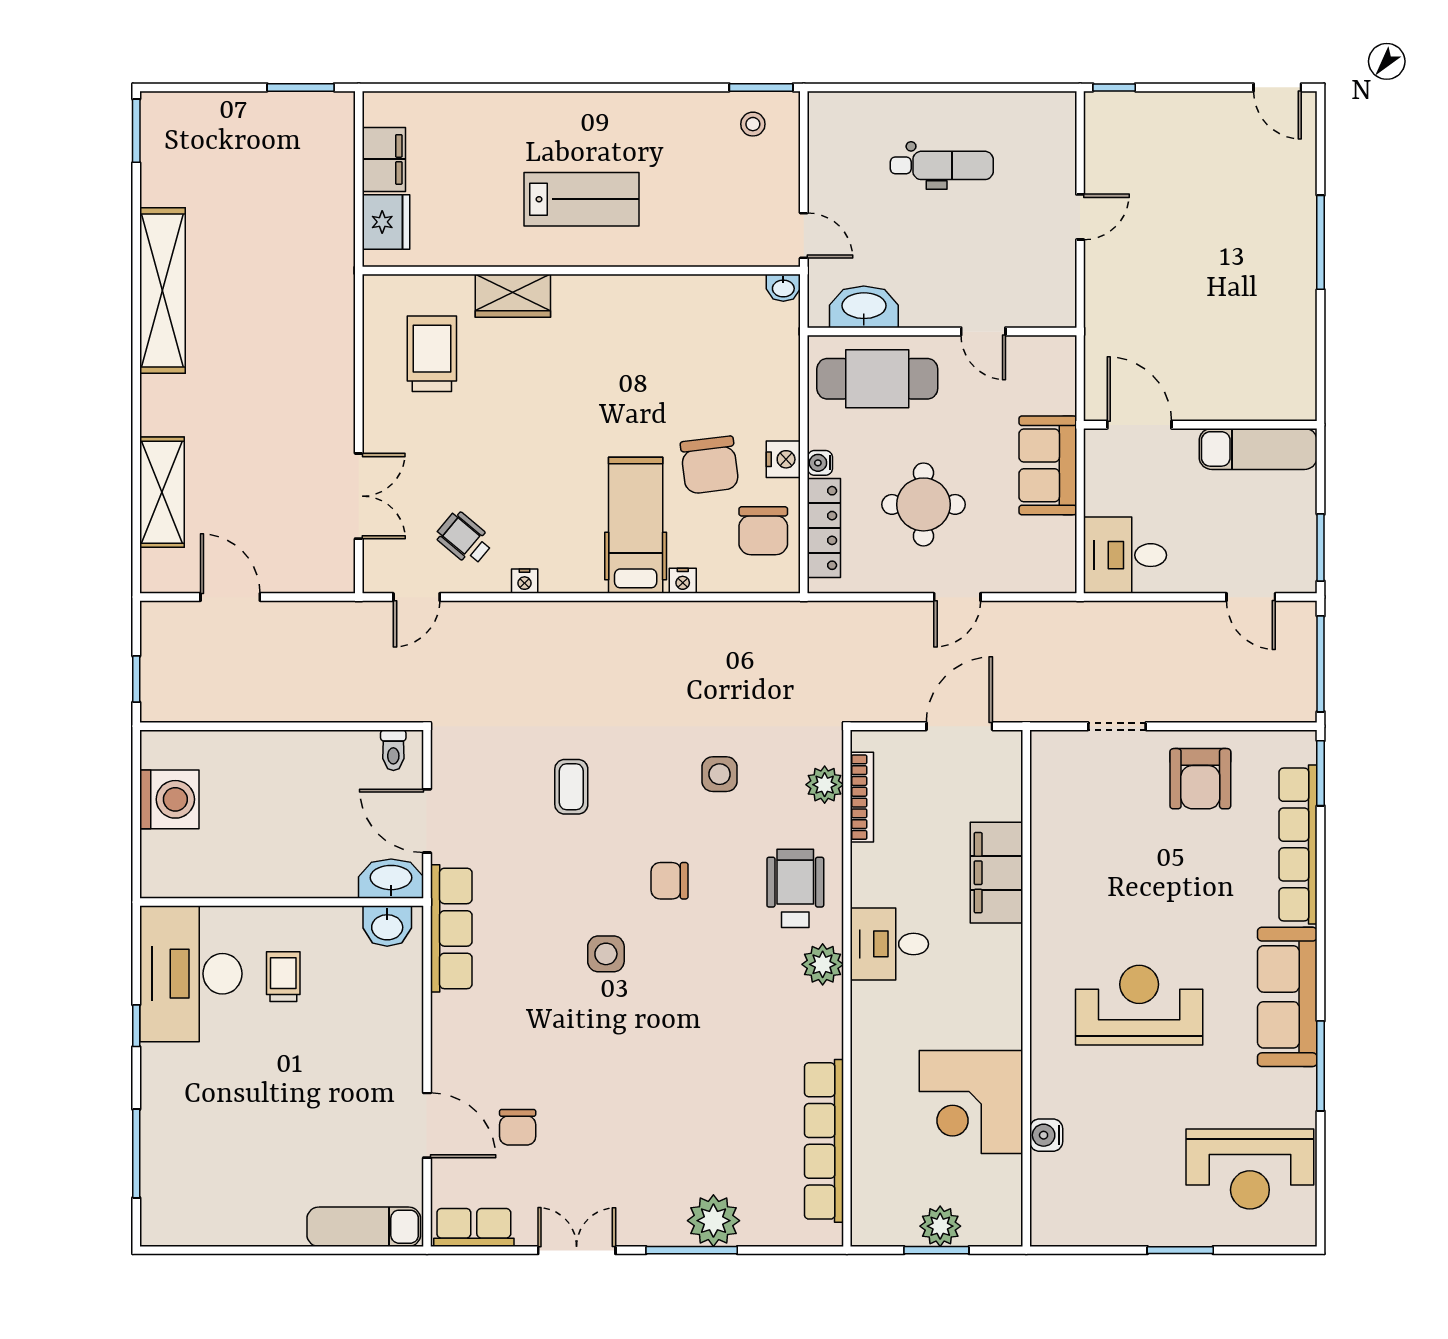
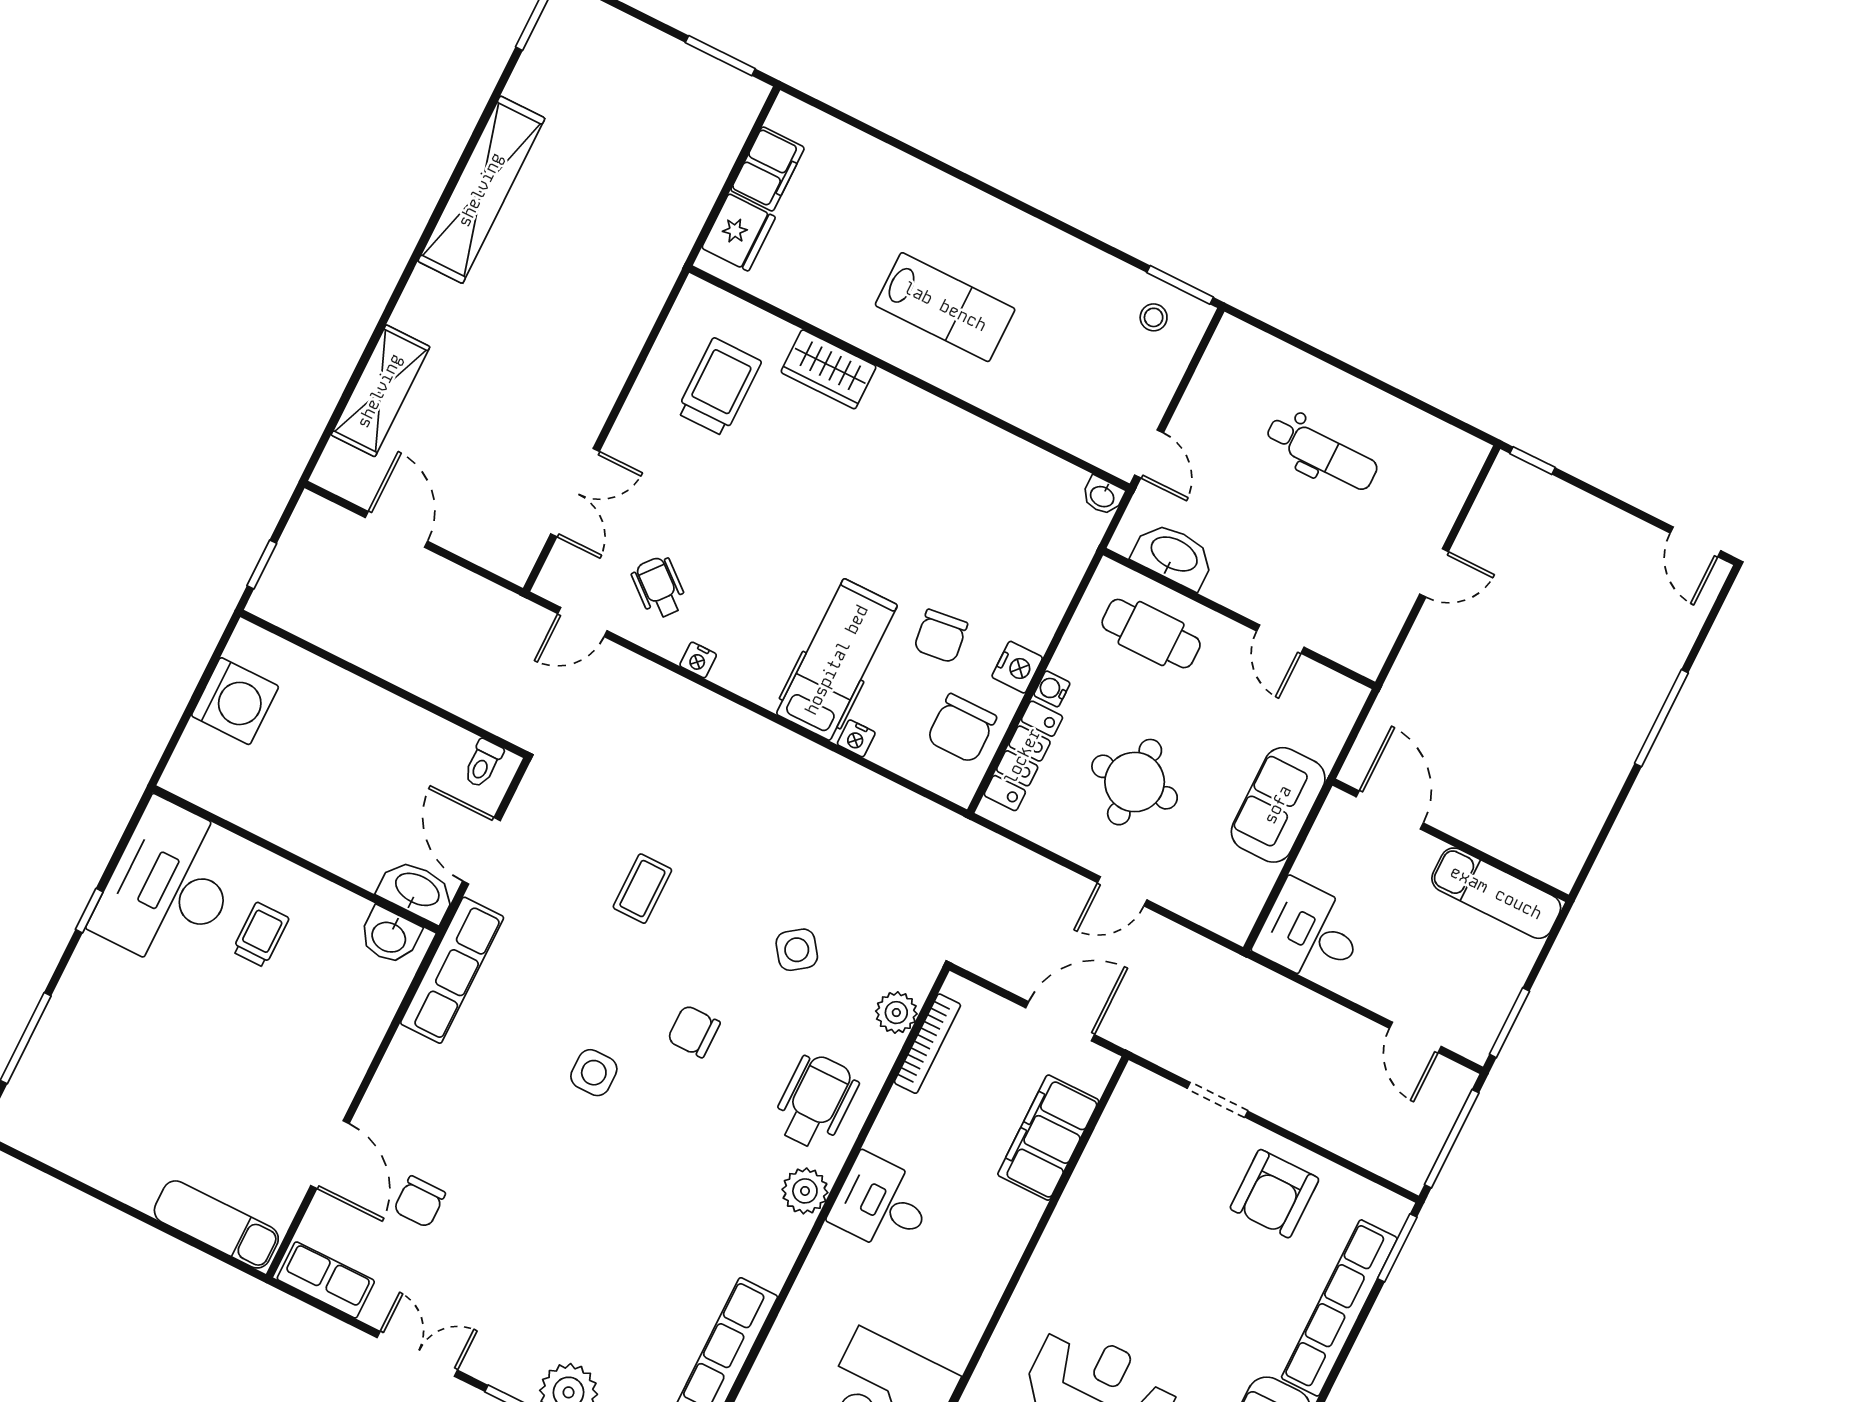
cafe table: (877, 379) -> (1151, 634), width x0.73, depth x0.74
chair: (710, 465) -> (941, 636), width x0.73, depth x0.73
side table: (720, 774) -> (797, 950), turned -36
filing cabinet: (996, 873) -> (1048, 1138), moved

